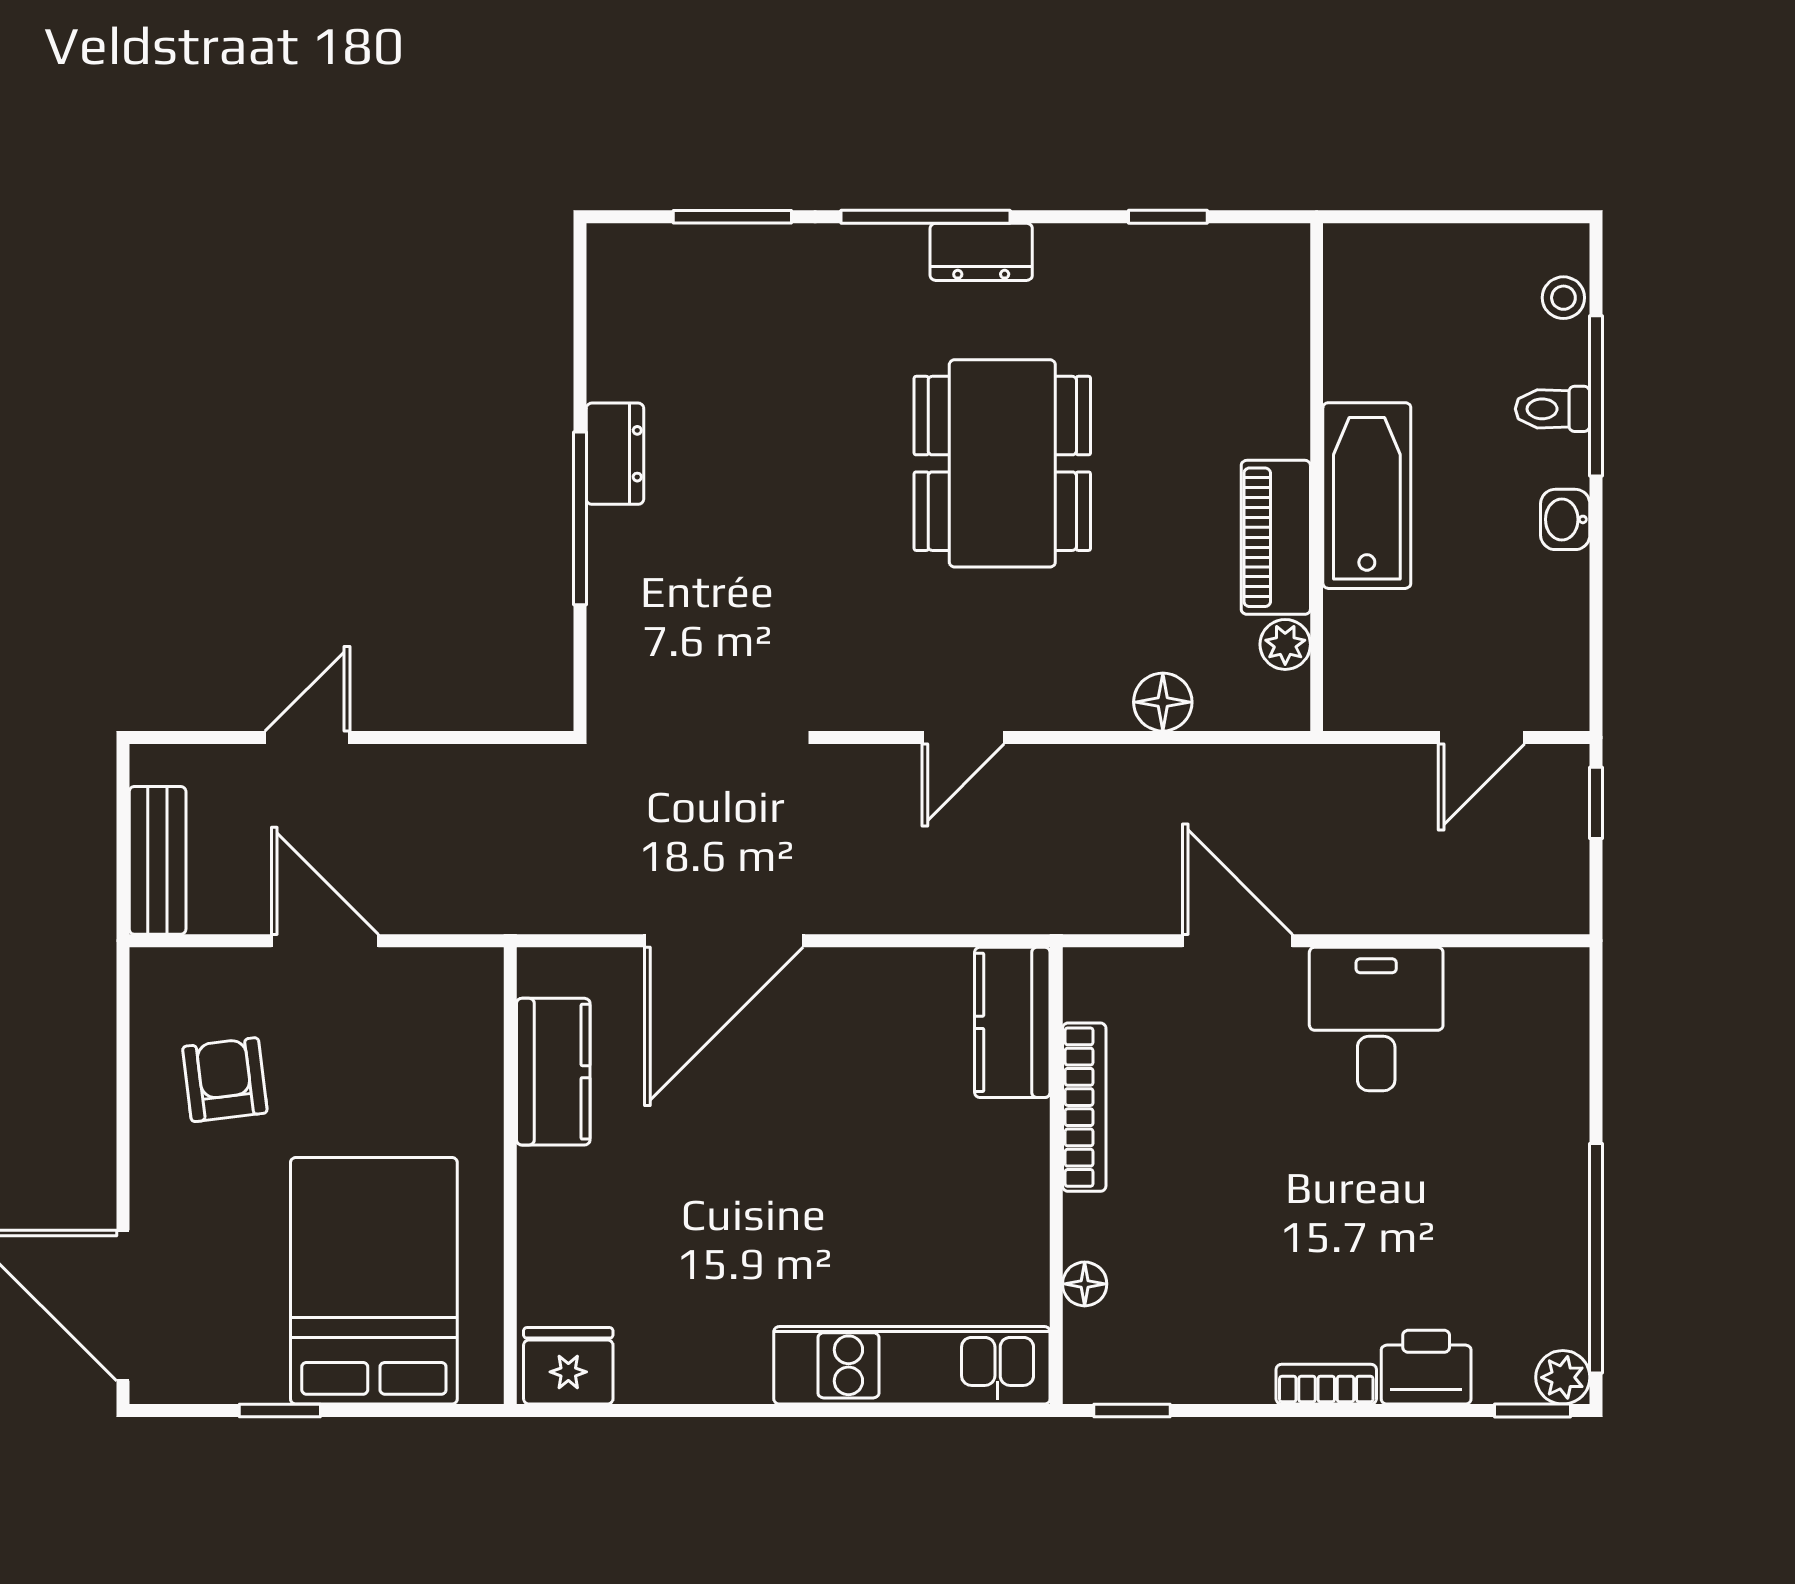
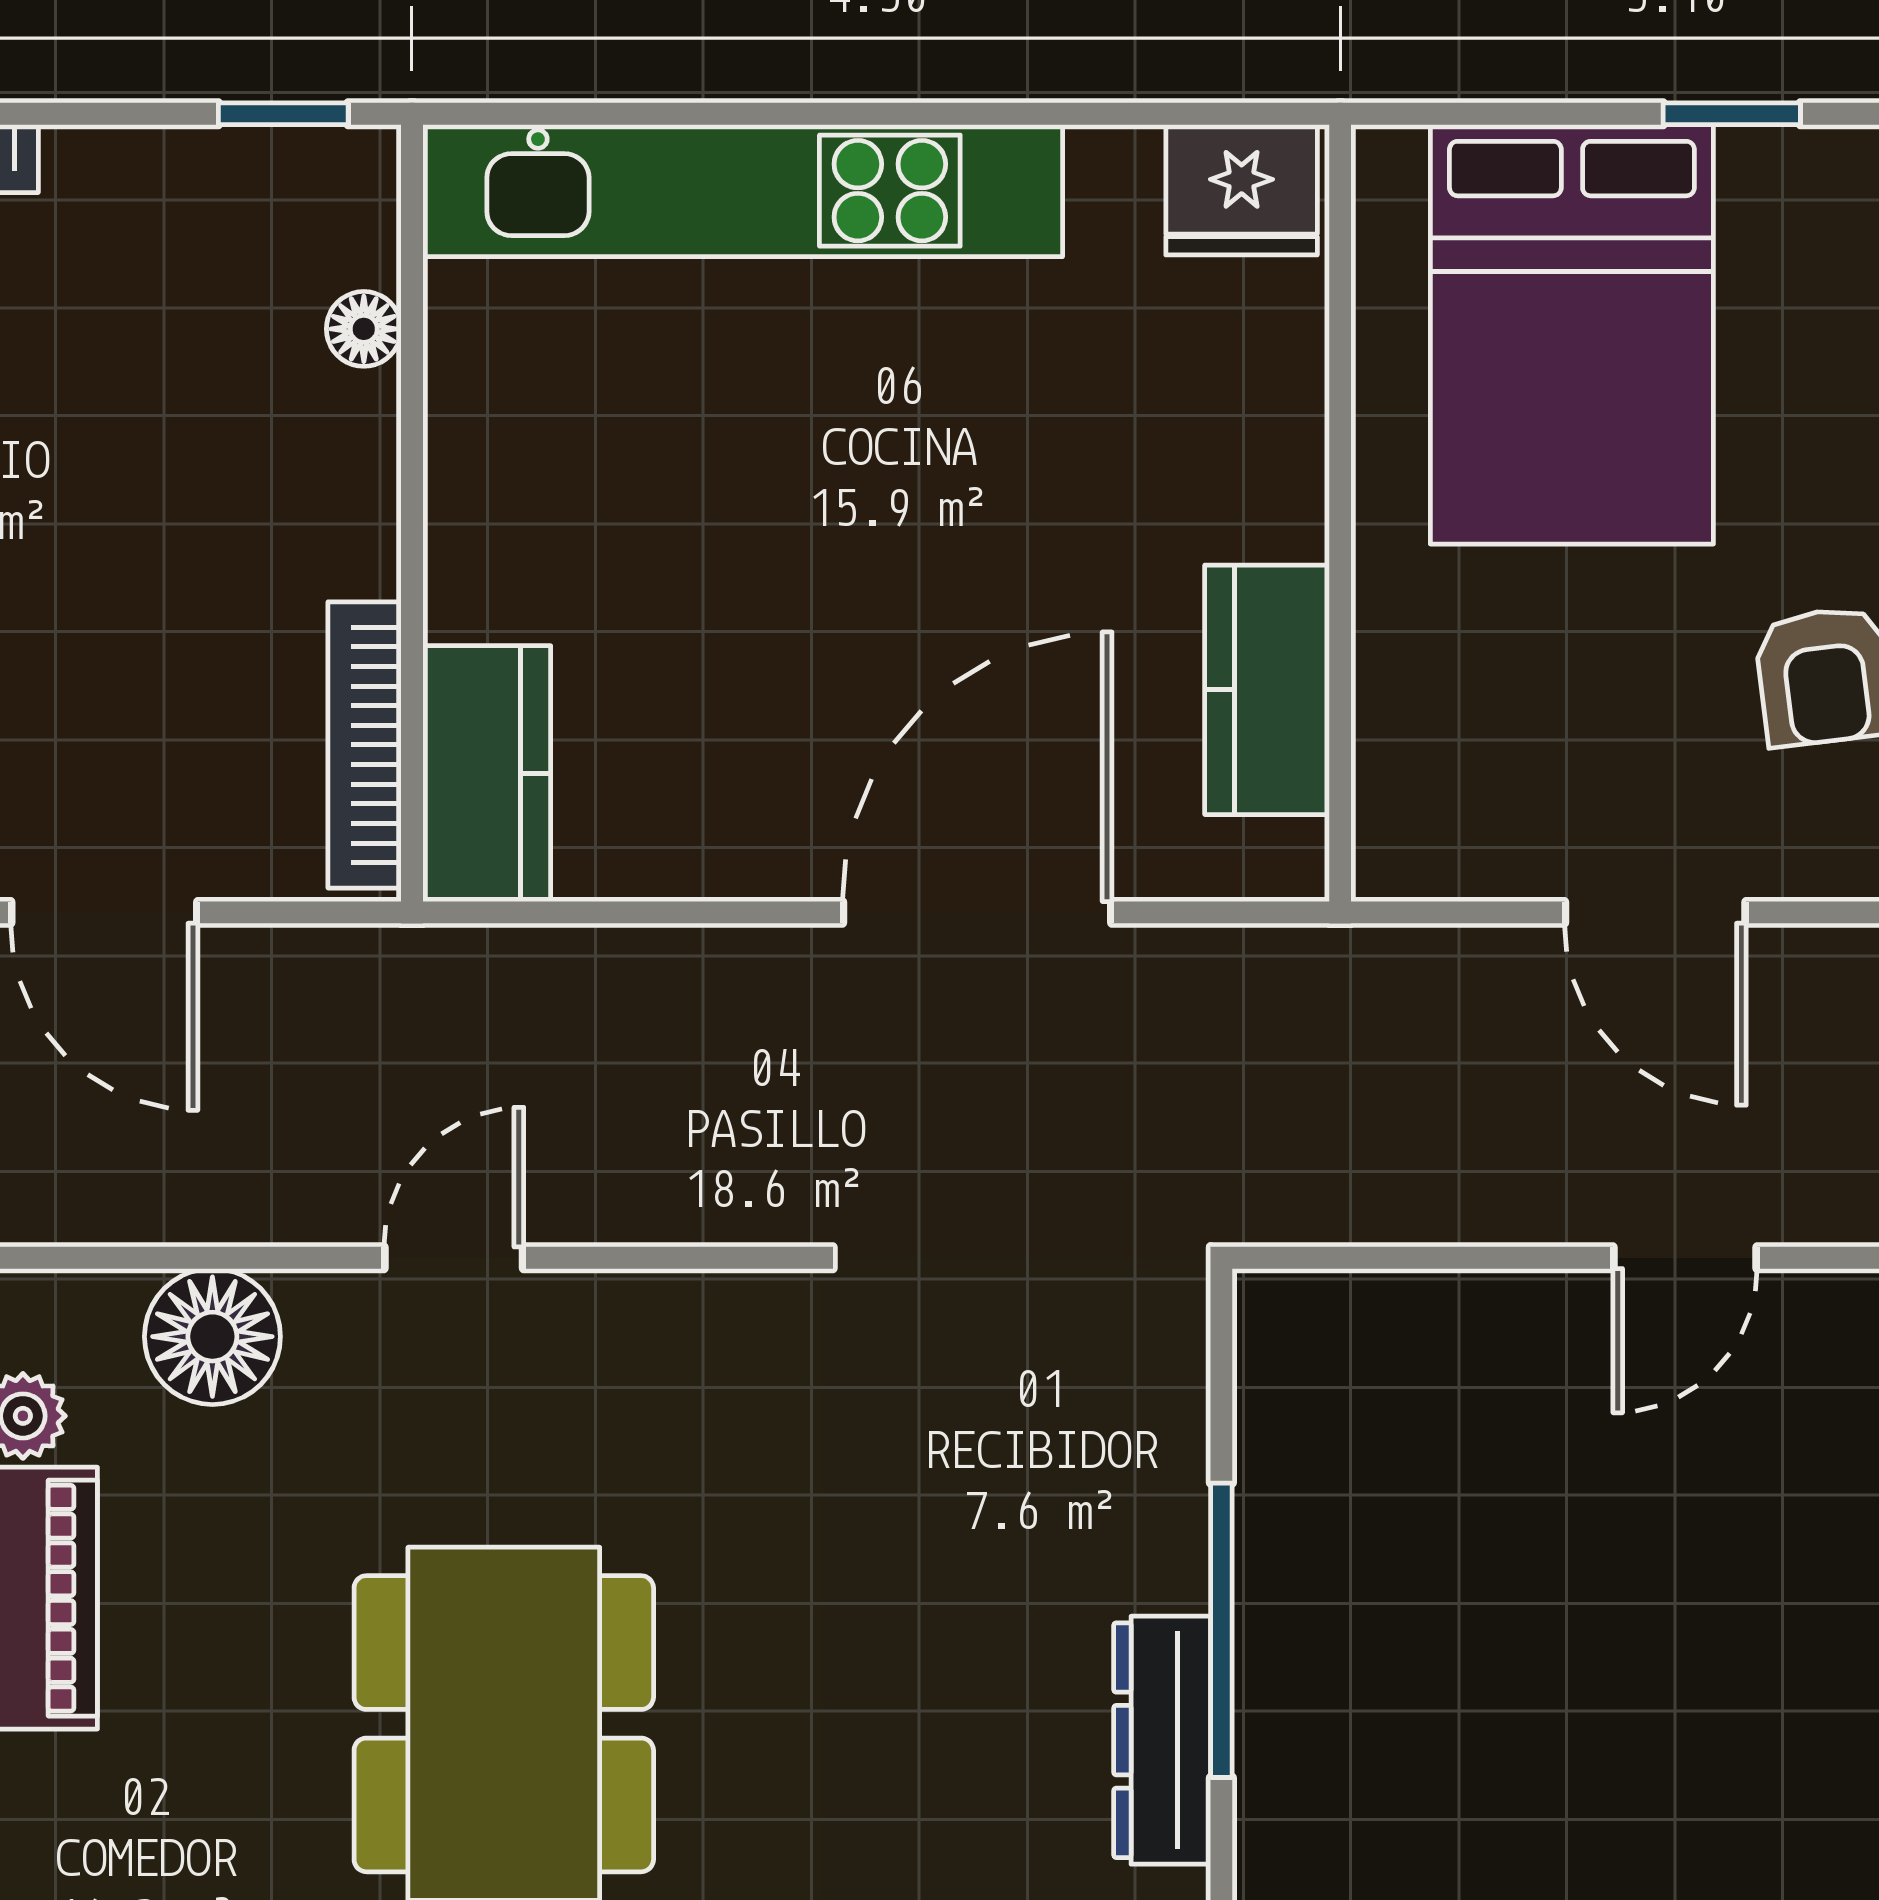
dresser: (615, 454) -> (1162, 1740), width x1.44
floor lamp: (1163, 702) -> (212, 1337), width x1.38, depth x1.38
door: (963, 738) -> (454, 1258), moved
bookcase: (1084, 1107) -> (365, 745), moved
kitchen unit: (912, 1365) -> (743, 191), width x1.36

